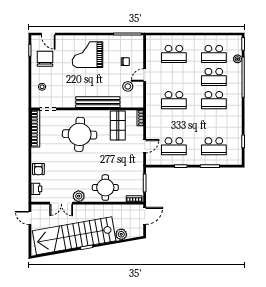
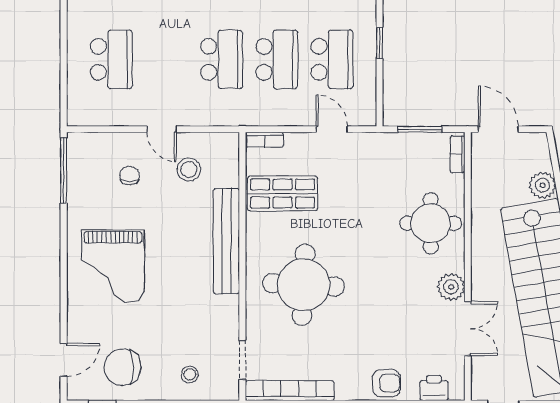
school desk: (174, 123) -> (277, 59), added

